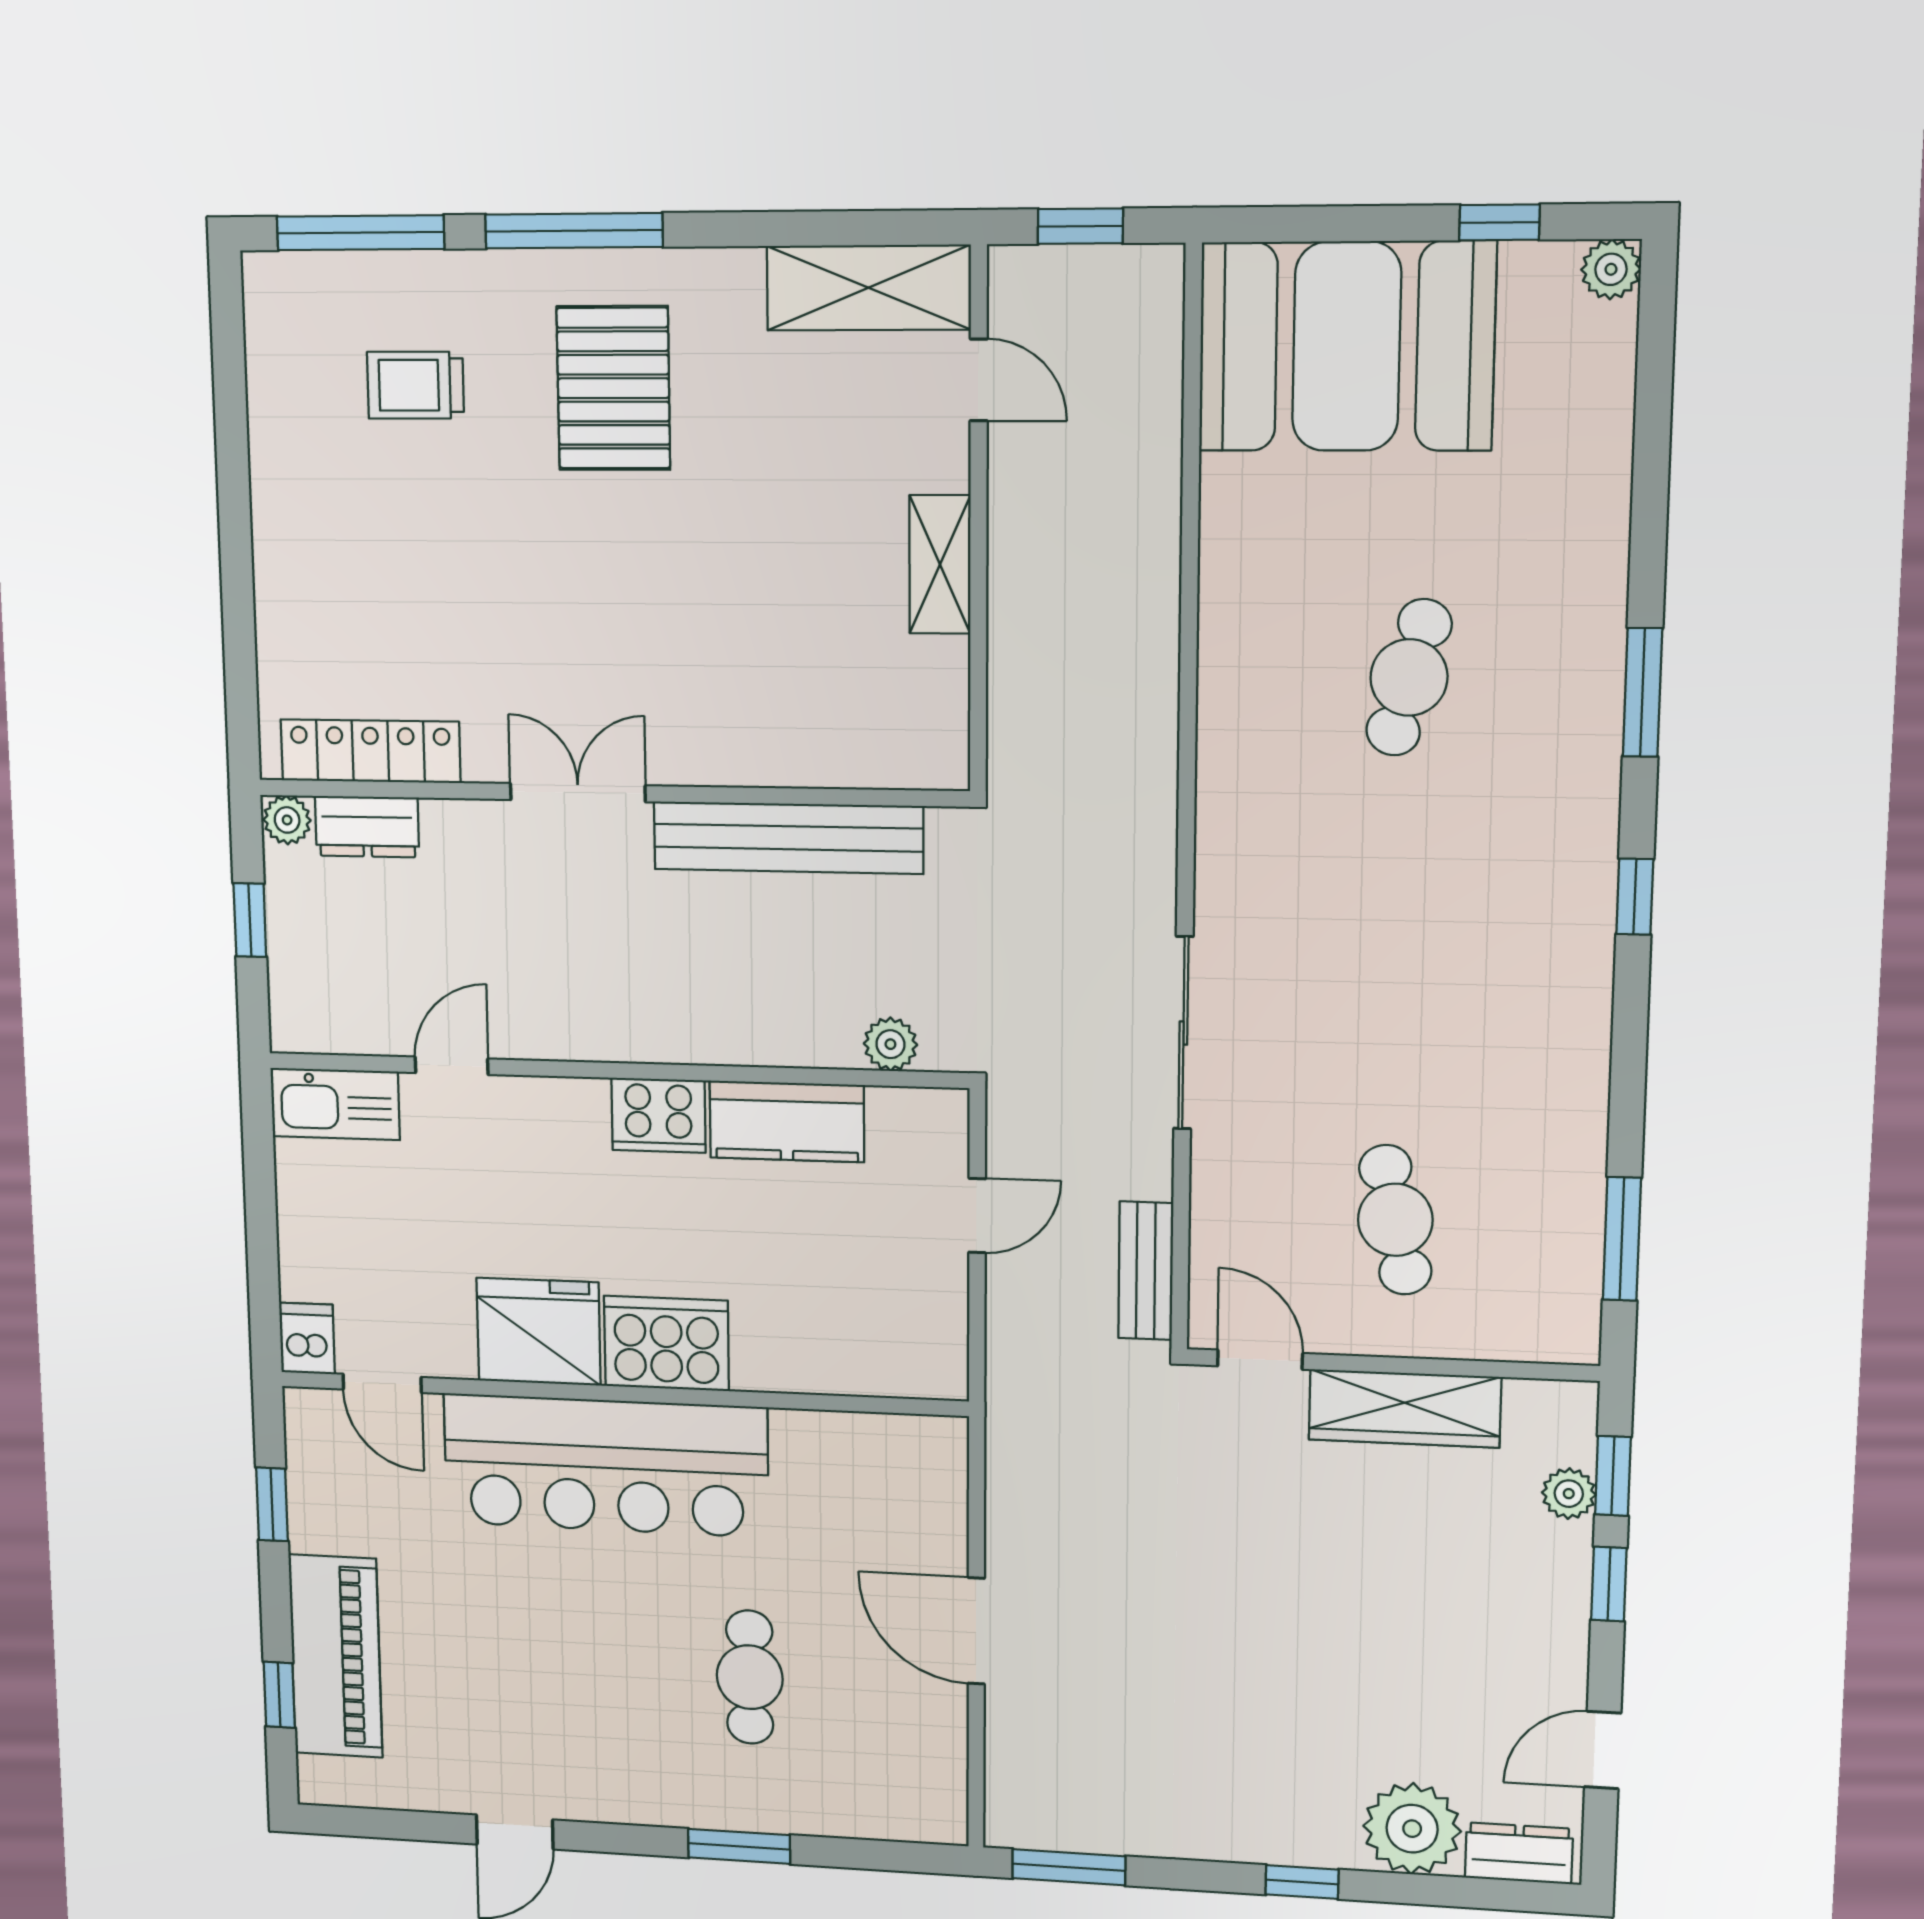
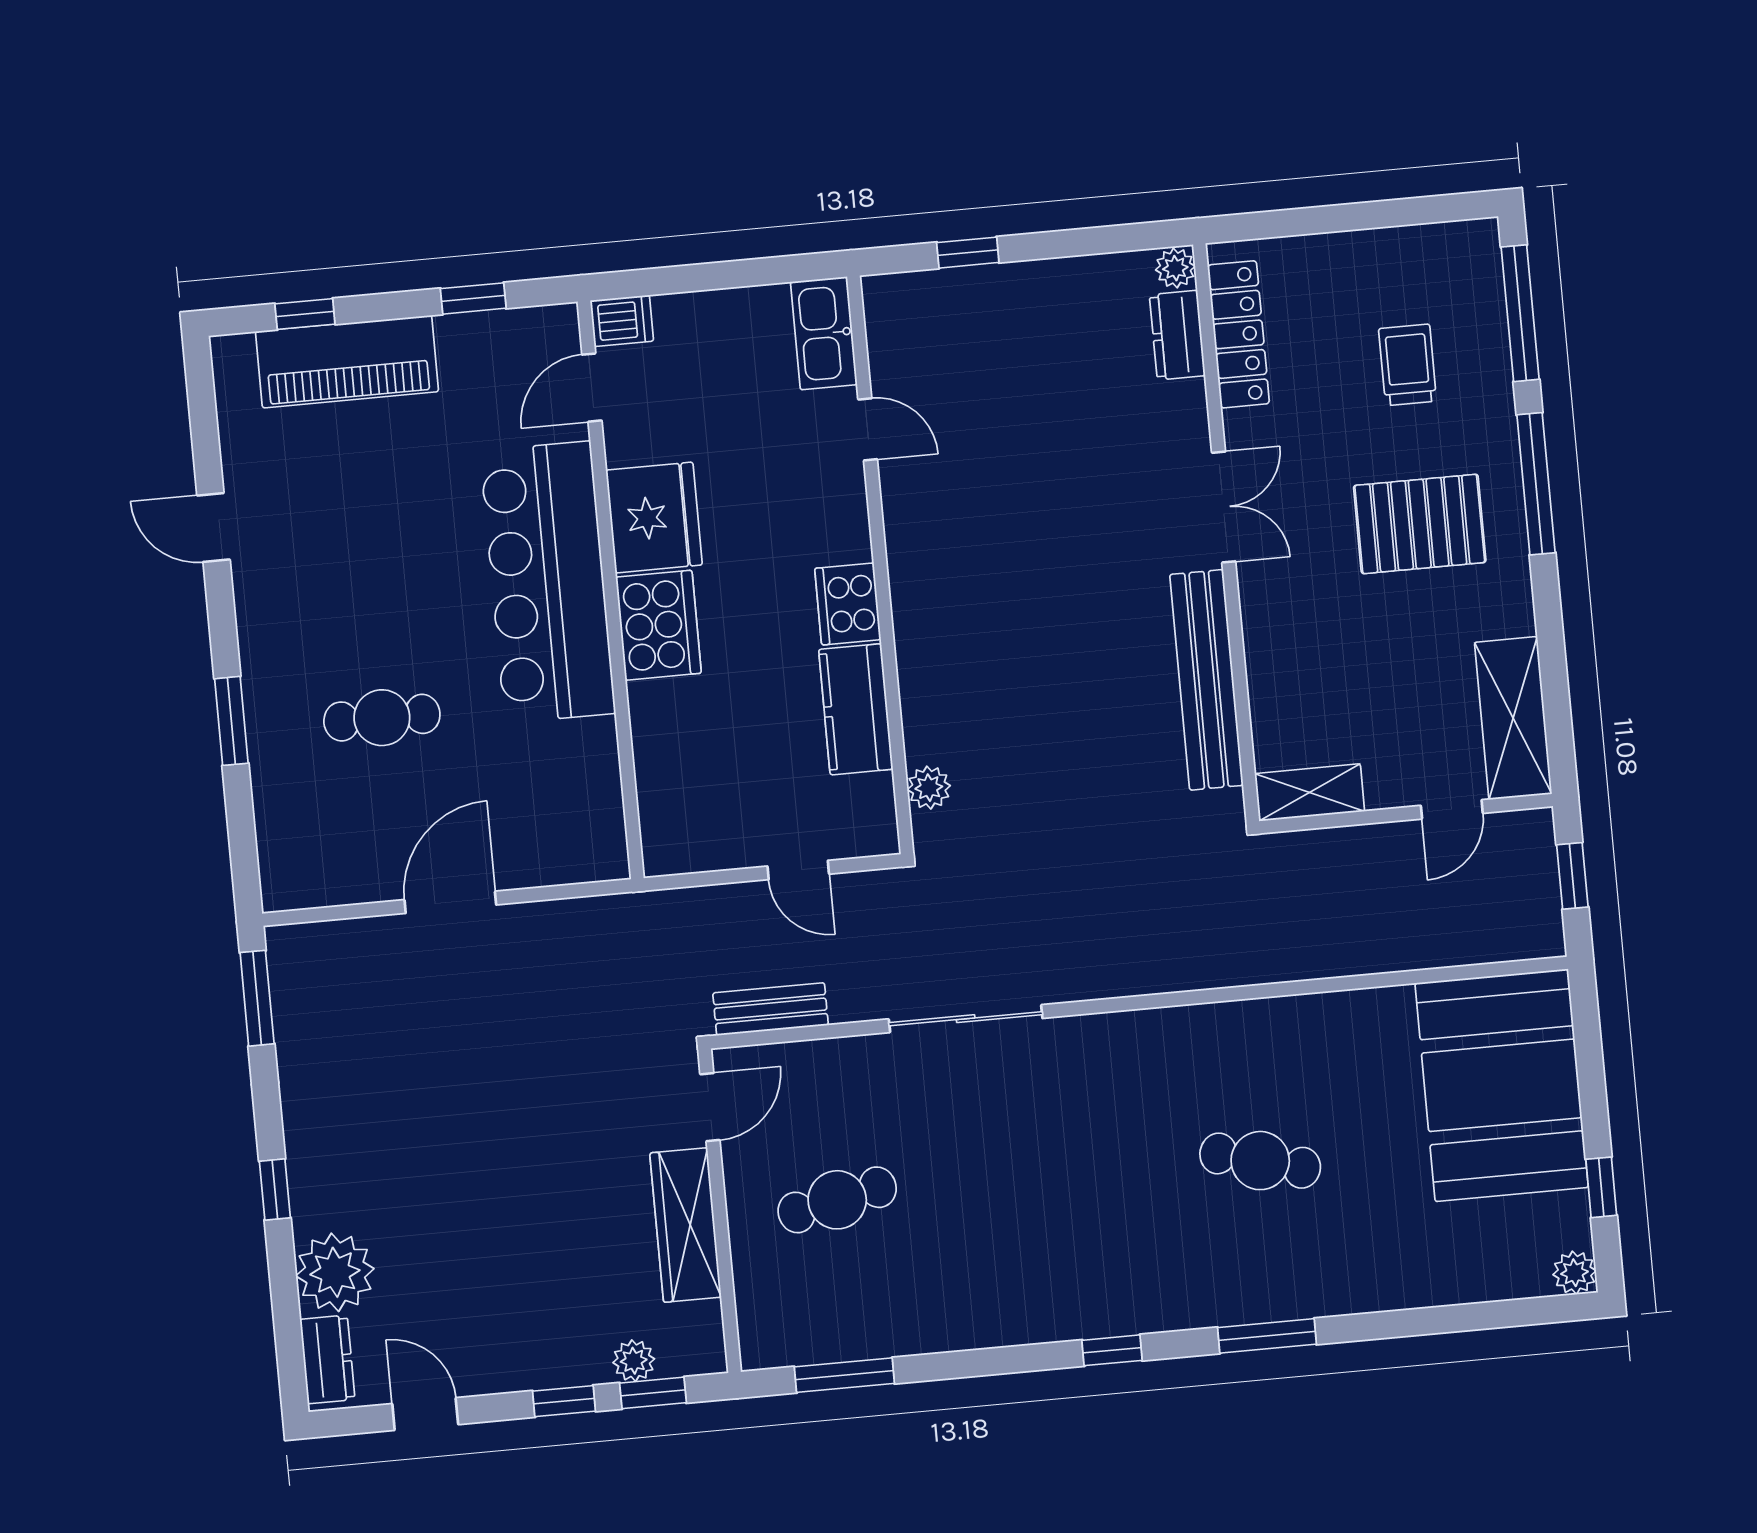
locker: (370, 751) -> (1238, 334), moved
double door: (578, 793) -> (1224, 507), moved
wall: (609, 793) -> (1226, 533), moved
plant: (287, 820) -> (1175, 268), moved
dresser: (367, 827) -> (1177, 335), moved
bench: (788, 838) -> (1206, 680), moved

